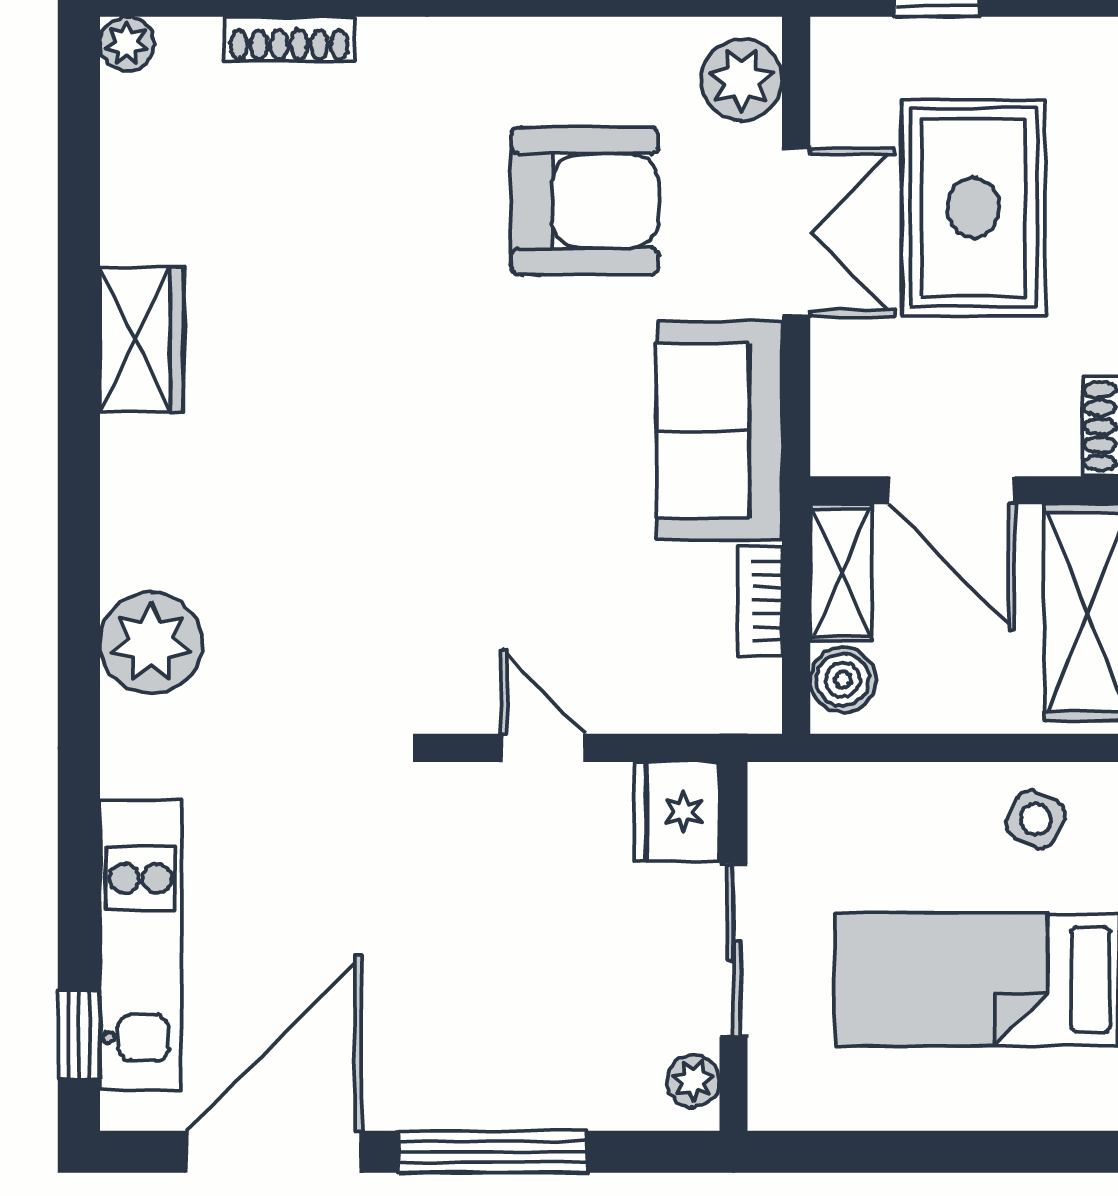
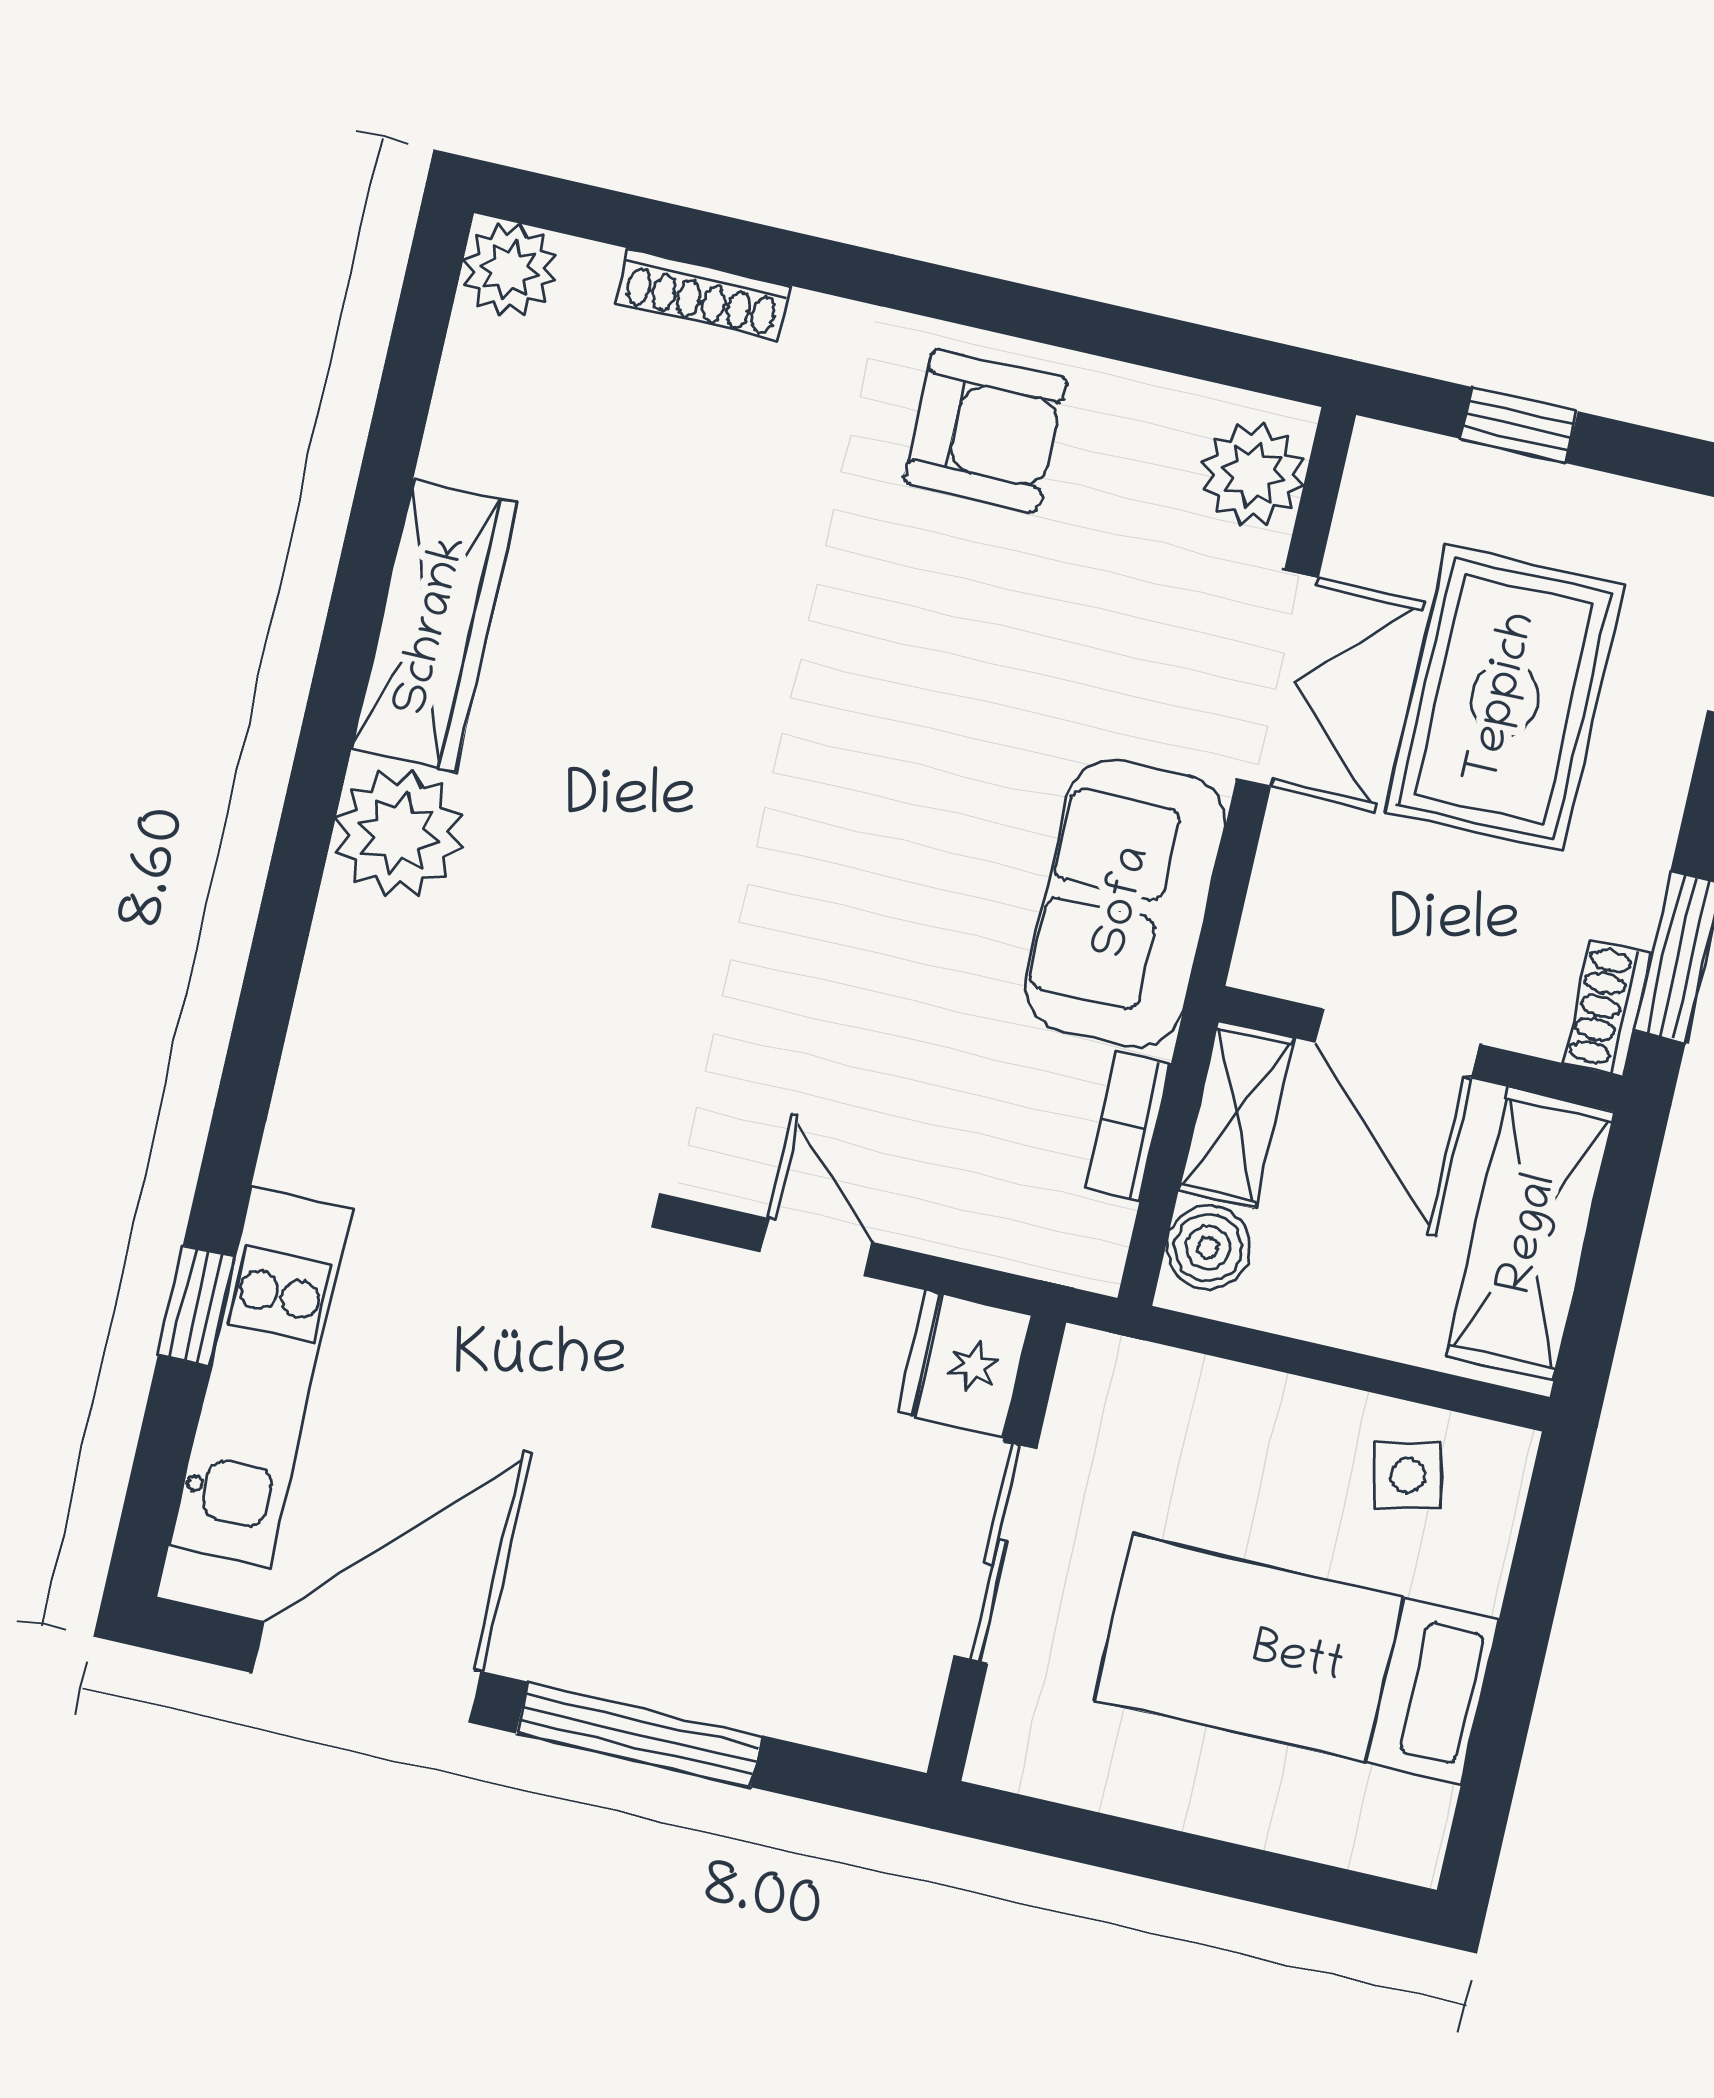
plant: (127, 44) -> (510, 270), width x1.38, depth x1.38
armchair: (585, 201) -> (985, 431), moved, width x0.73, depth x0.73
wardrobe: (142, 340) -> (434, 626), width x1.50
plant: (151, 643) -> (398, 833), moved
side table: (1036, 819) -> (1408, 1476), turned -38
window: (79, 1035) -> (196, 1306), moved
plant: (693, 1081) -> (908, 1703), removed

